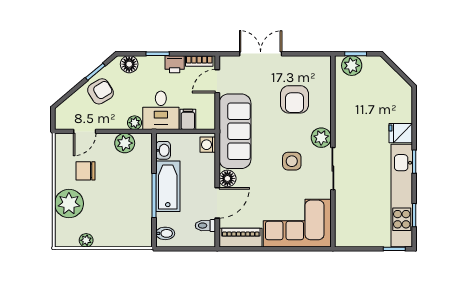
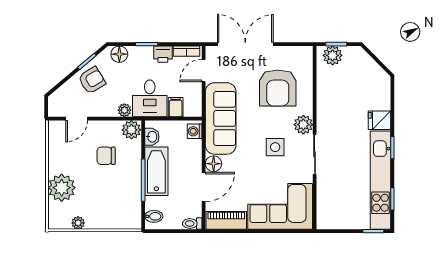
double door: (261, 54) -> (245, 44), width x1.37
armchair: (294, 99) -> (278, 88), width x1.36, depth x1.36
plant: (125, 143) -> (131, 130), moved
chair: (85, 171) -> (106, 156), moved
toilet: (205, 226) -> (192, 224), moved

